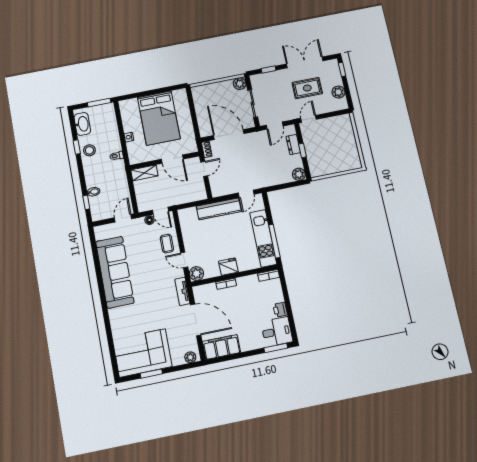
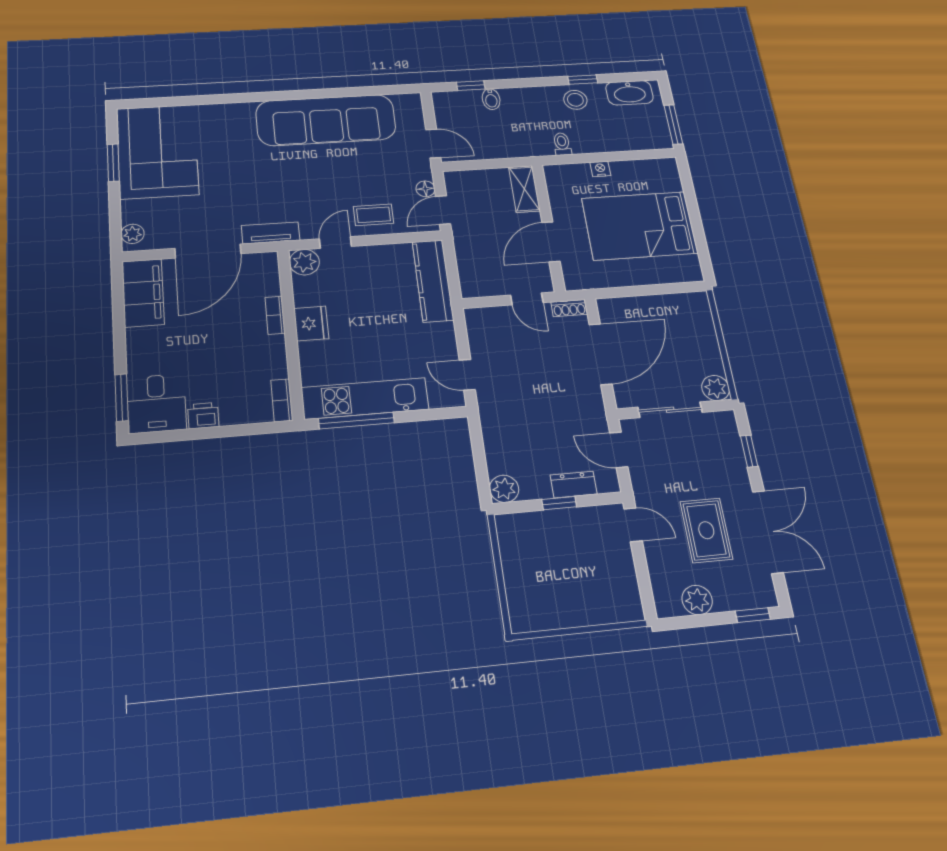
kitchen counter: (219, 209) -> (433, 281), moved

